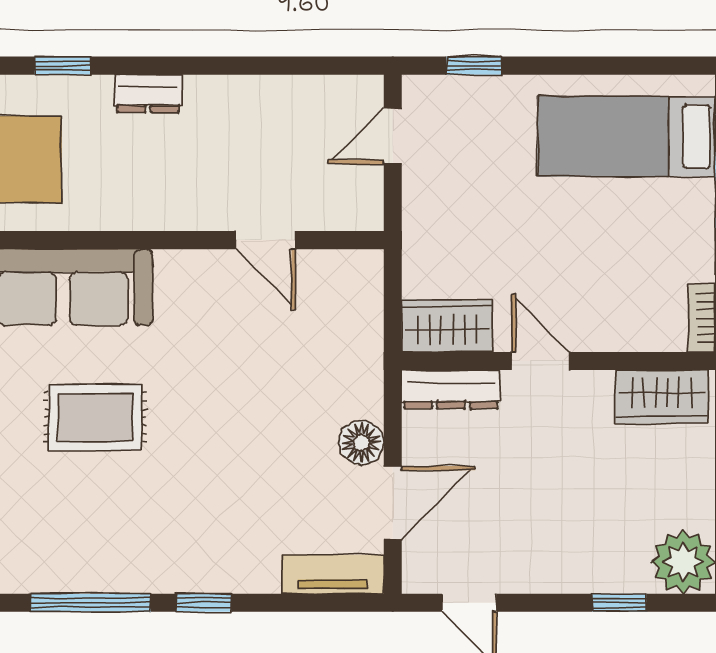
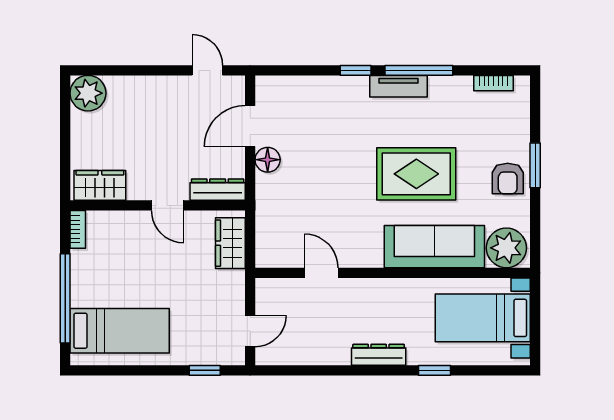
dresser: (148, 93) -> (379, 355), width x1.44
wardrobe: (447, 326) -> (230, 243), moved, turned 90
rug: (95, 417) -> (416, 174), width x1.36, depth x1.43
tv unit: (333, 574) -> (398, 86), moved
window: (619, 603) -> (124, 70), removed

